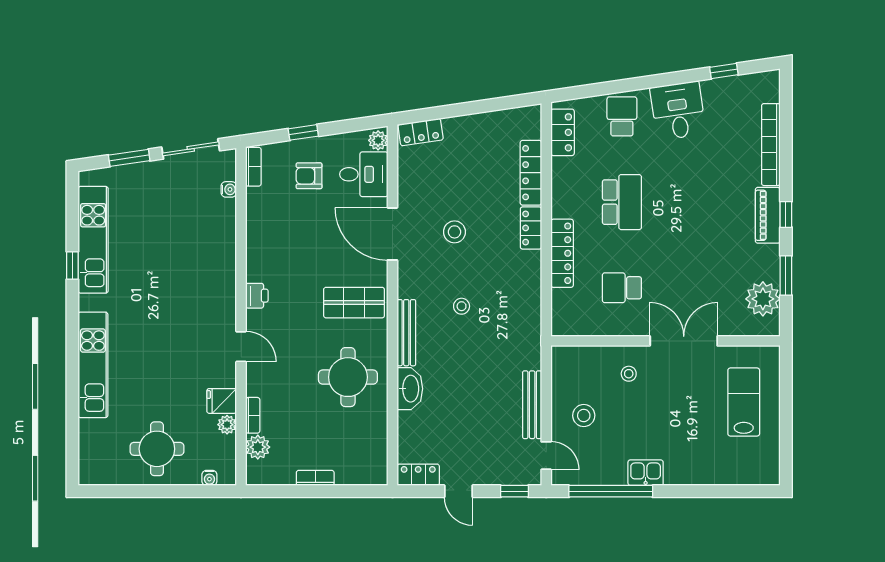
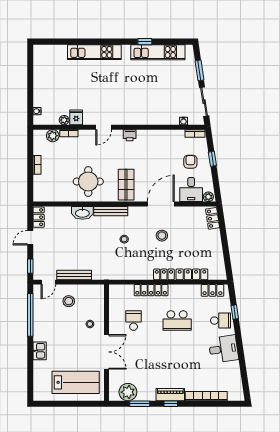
window: (724, 71) -> (235, 312), moved
lab bench: (744, 402) -> (76, 382), width x1.36, depth x1.39
round table: (157, 449) -> (52, 85), removed
kitchen sink: (646, 473) -> (40, 351), moved

